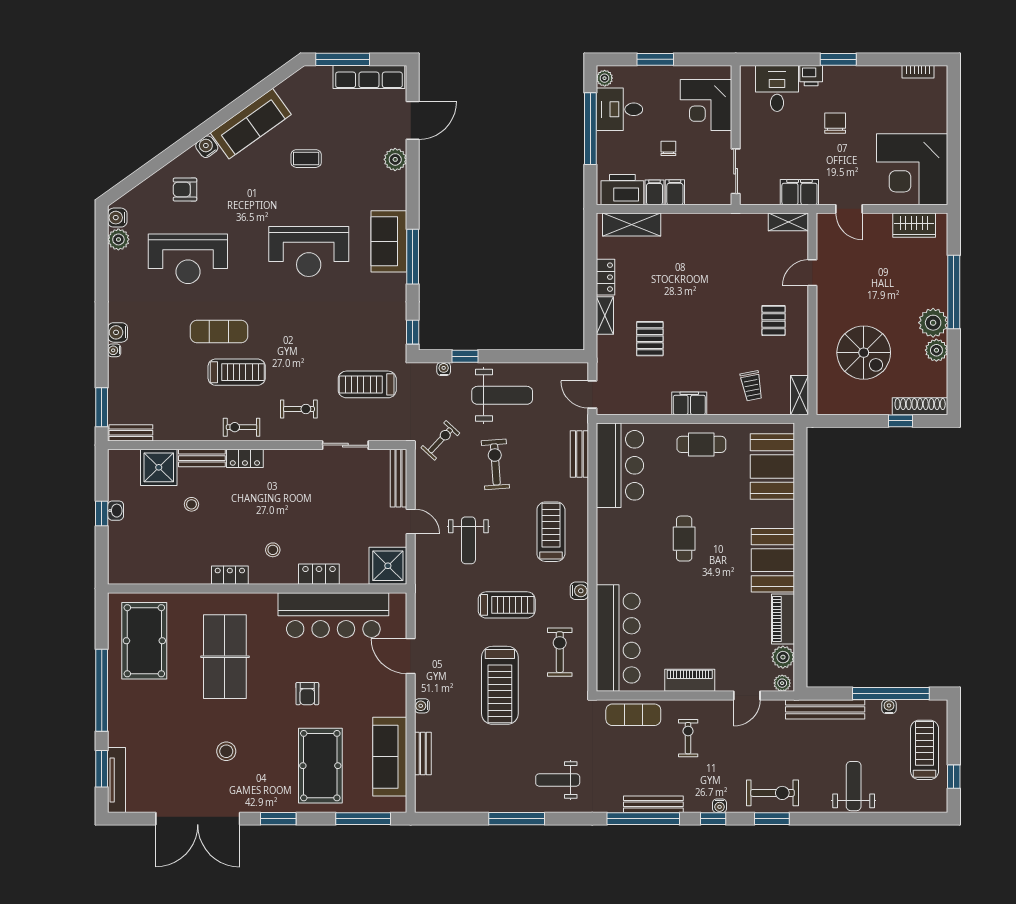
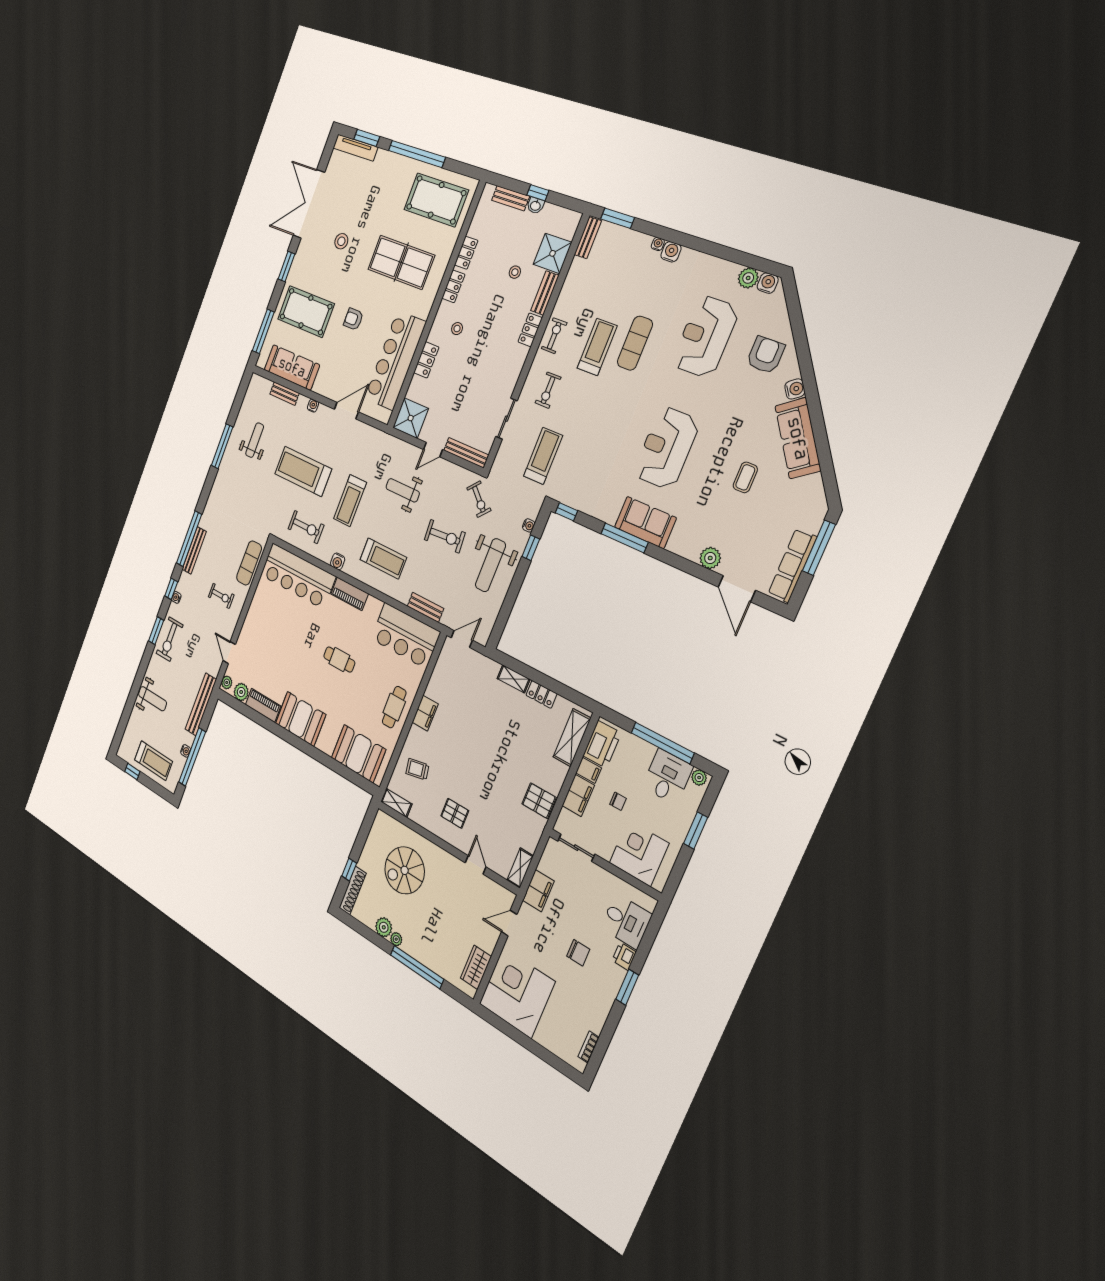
armchair: (185, 190) -> (766, 355), width x1.38, depth x1.38
filing cabinet: (675, 192) -> (578, 795), width x2.00
plant: (933, 323) -> (396, 939), width x0.53, depth x0.53
pallet: (650, 339) -> (539, 801), moved
treadmill: (237, 372) -> (597, 347), turned 180
bench: (117, 545) -> (511, 198), added
locker: (189, 575) -> (466, 253), added
piano: (690, 680) -> (350, 594), moved, turned 90
weight bench: (558, 780) -> (255, 440), moved

